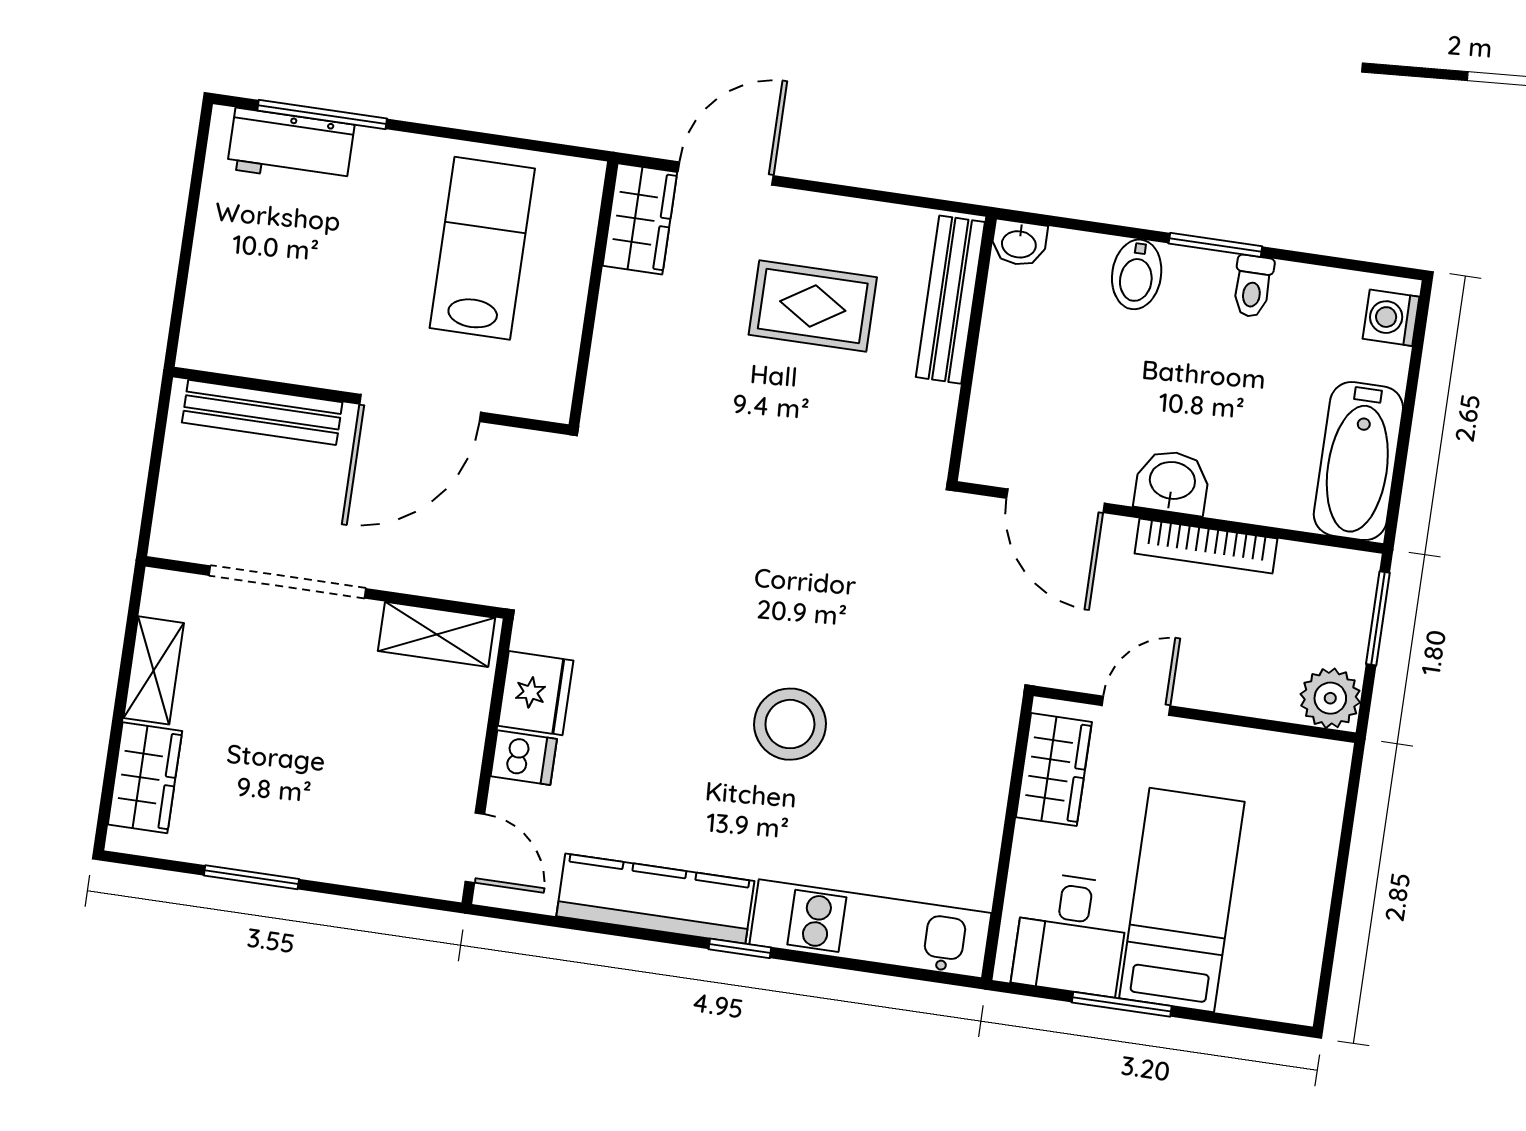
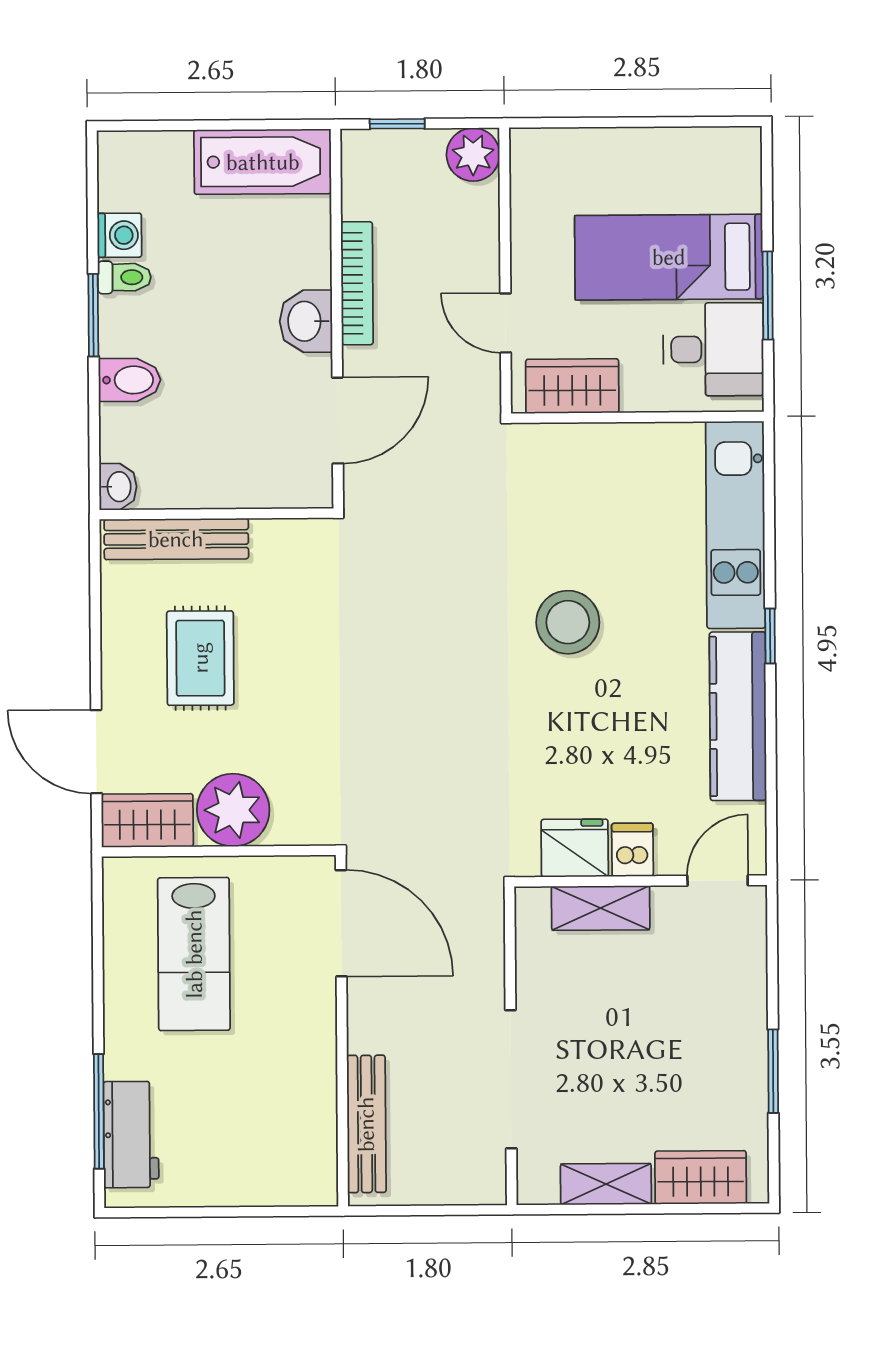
lab bench: (482, 248) -> (194, 954), turned -90
plant: (637, 317) -> (233, 810), added
washing machine: (1391, 318) -> (119, 235), moved, turned -90
door: (420, 408) -> (341, 923), moved
window: (1378, 618) -> (397, 124), width x0.67
shelving: (437, 634) -> (601, 908), moved, turned 90

